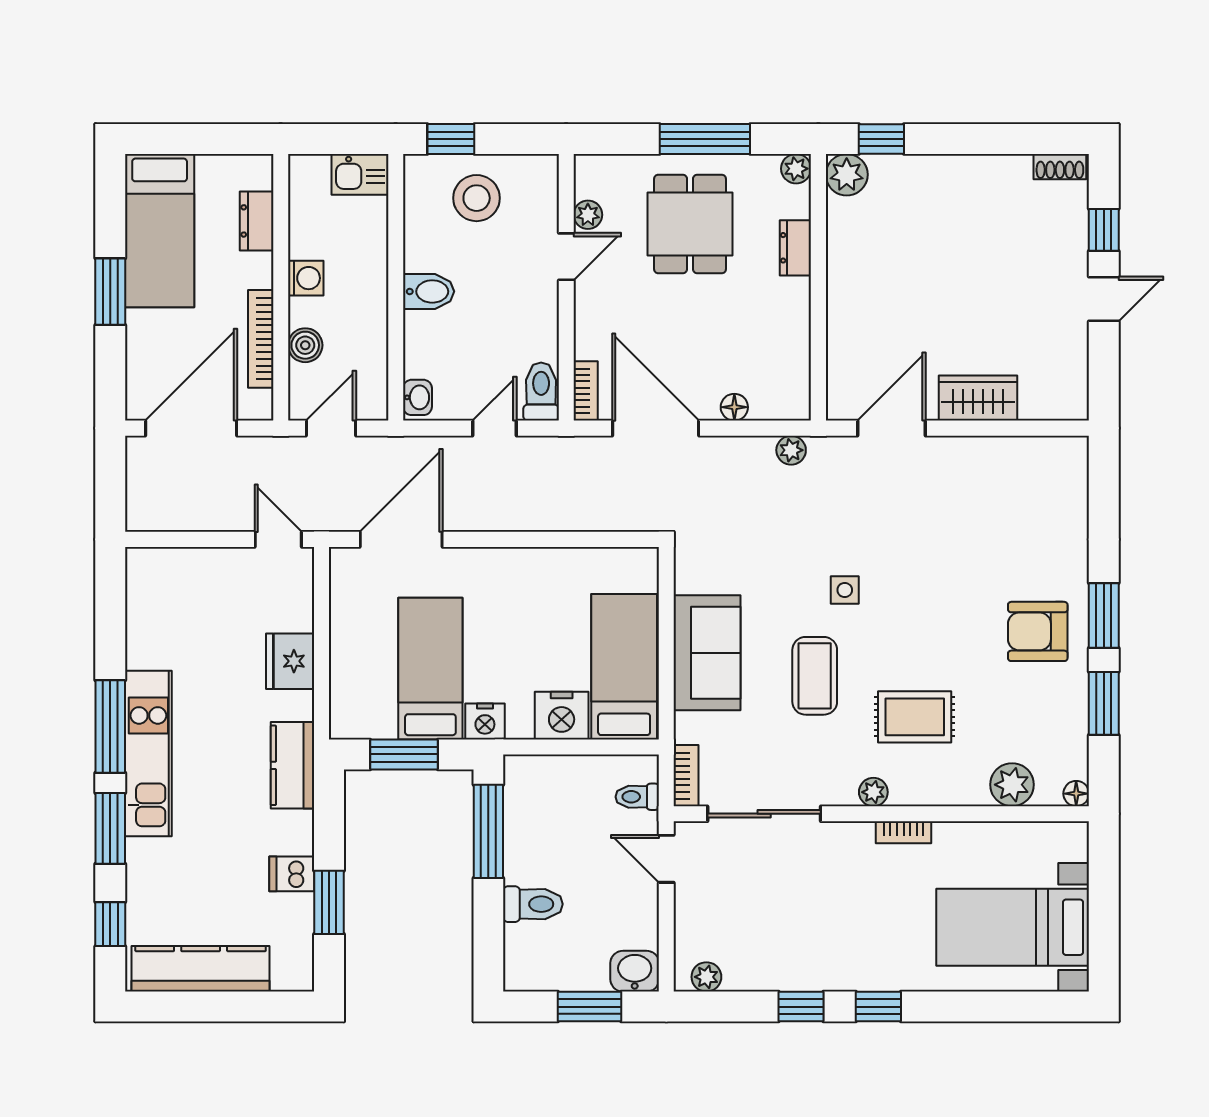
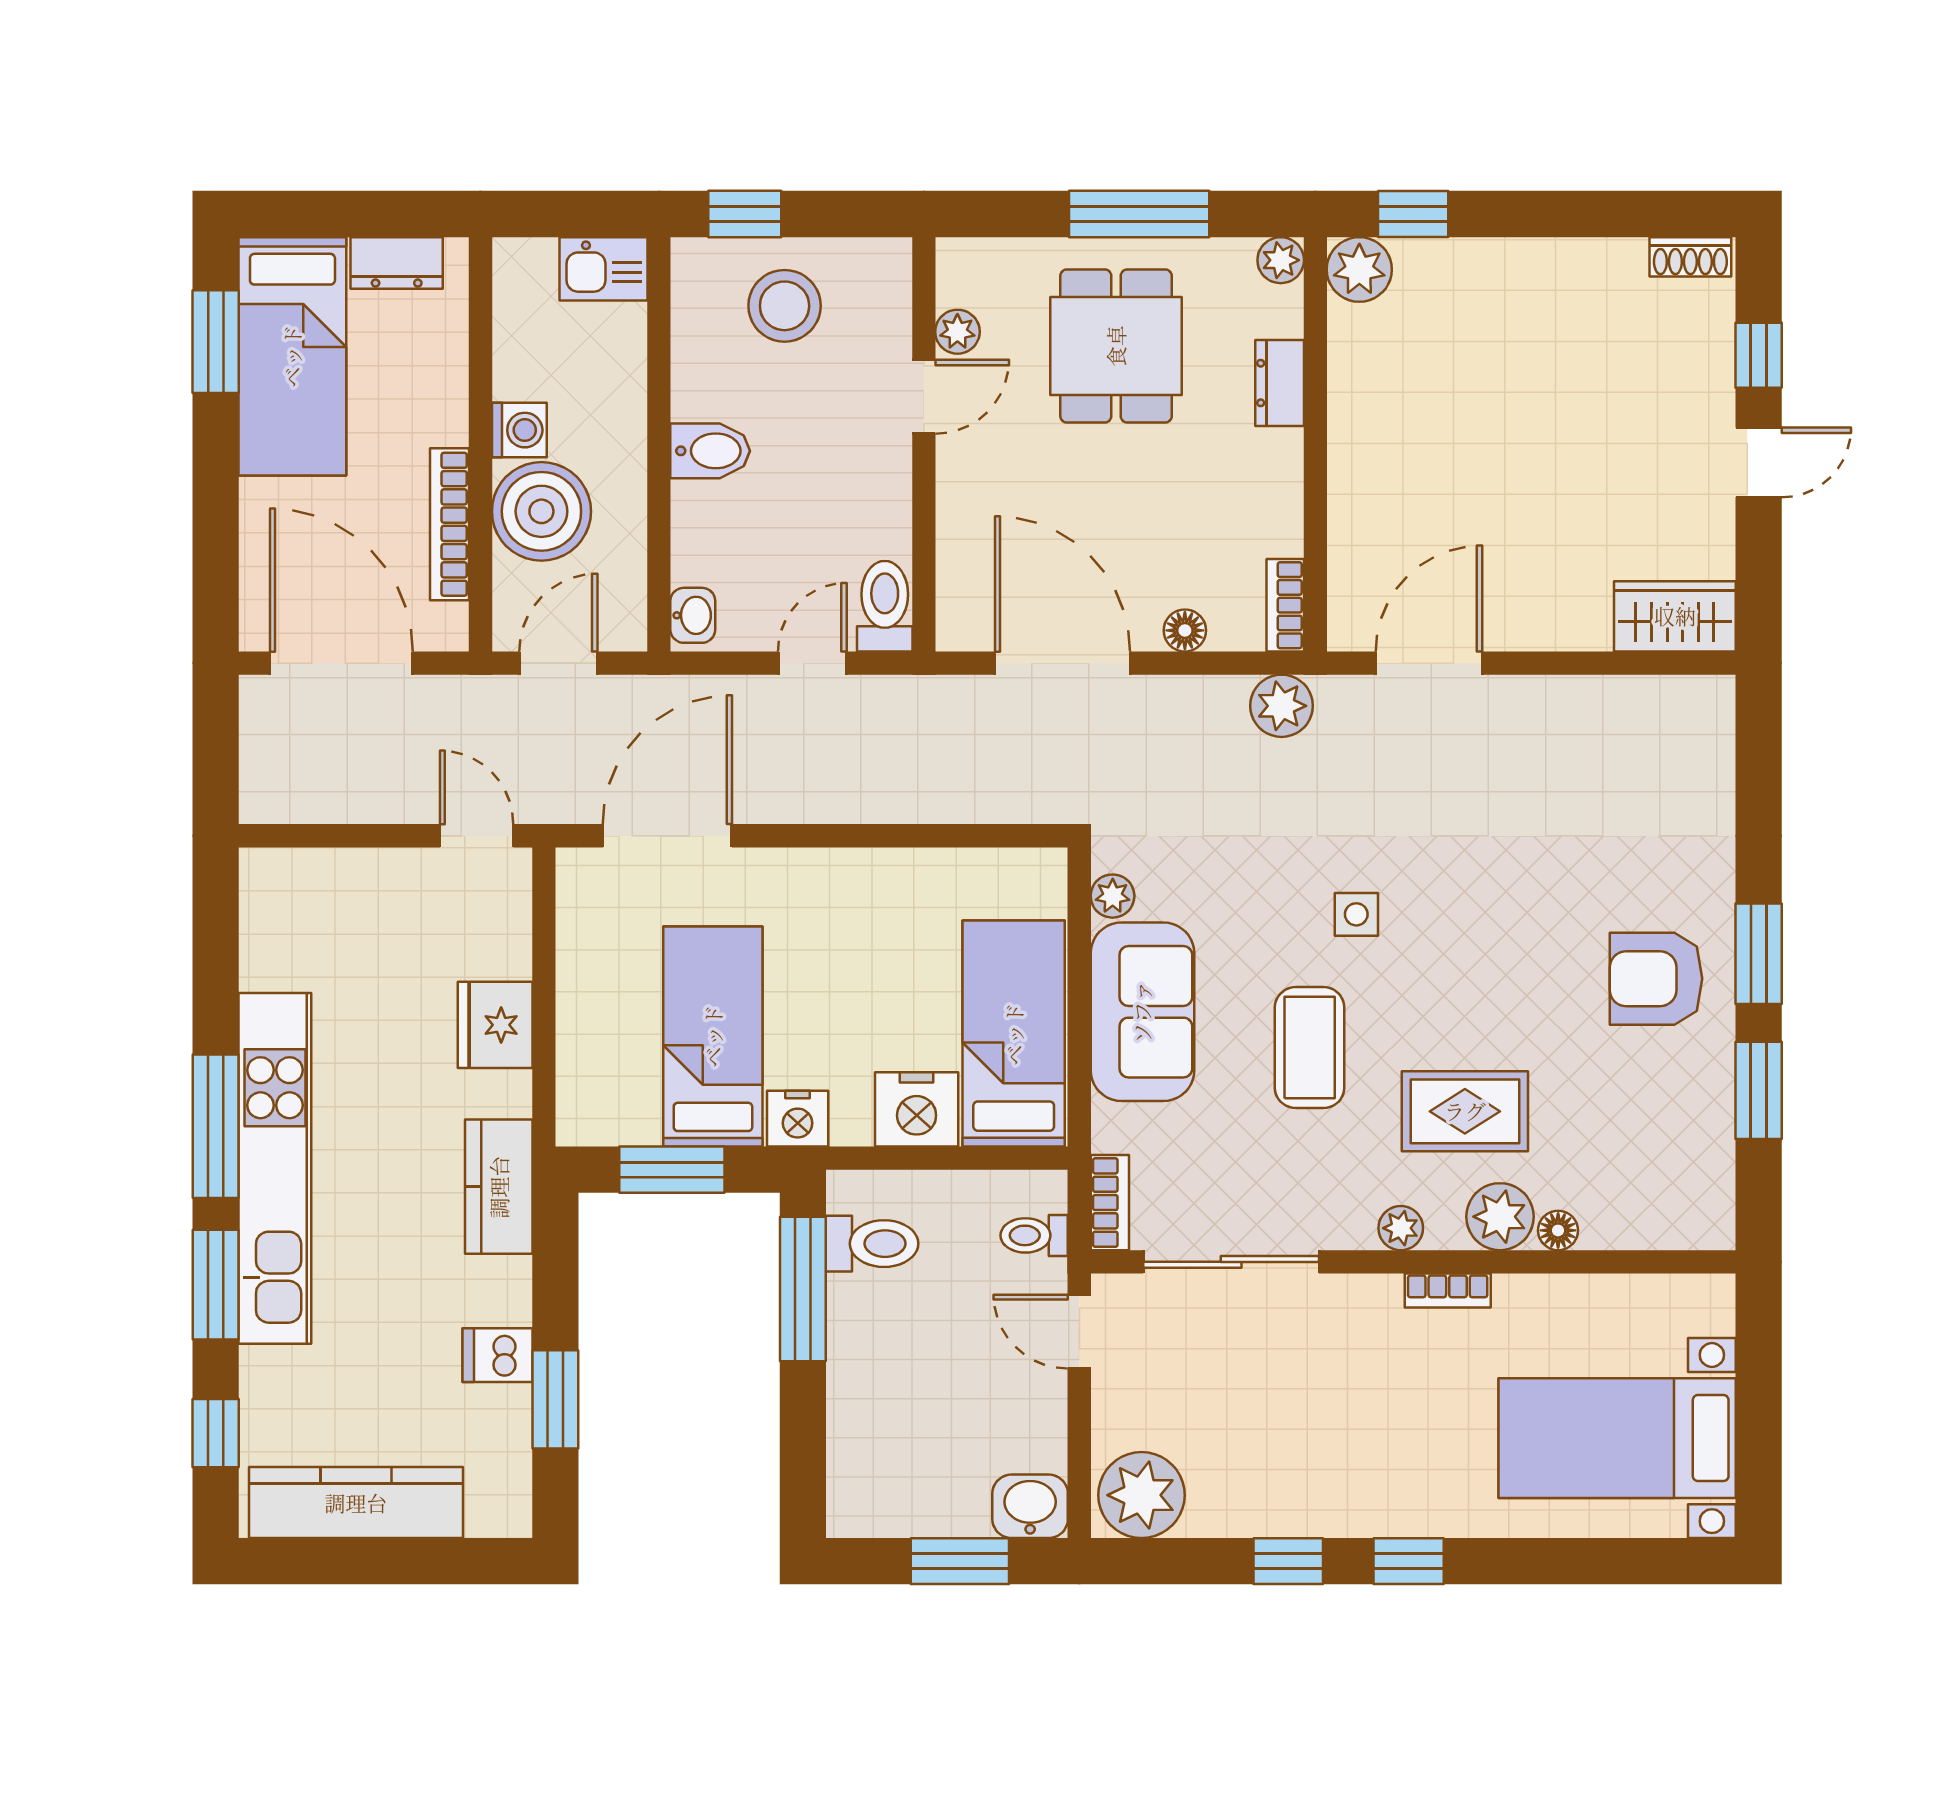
dresser: (257, 221) -> (397, 263), moved, turned -90
window: (110, 292) -> (216, 342), moved
boiler: (305, 345) -> (541, 511), width x1.86, depth x1.86
bookcase: (586, 391) -> (1285, 605), moved, turned 180
wardrobe: (978, 398) -> (1675, 616), moved
door: (191, 428) -> (341, 663), hinge flipped
plant: (791, 450) -> (1282, 706), width x1.38, depth x1.38
plant: (688, 578) -> (1113, 896), added
kitchen unit: (148, 754) -> (275, 1168), width x1.36
plant: (1012, 785) -> (1500, 1217), moved
floor lamp: (1076, 794) -> (1558, 1230), moved
toilet: (533, 904) -> (872, 1244), moved
plant: (706, 977) -> (1142, 1495), width x1.88, depth x1.88

